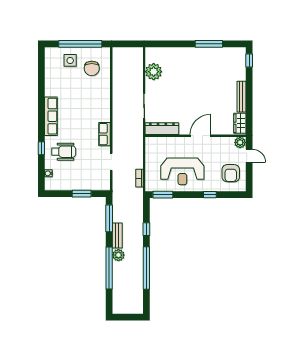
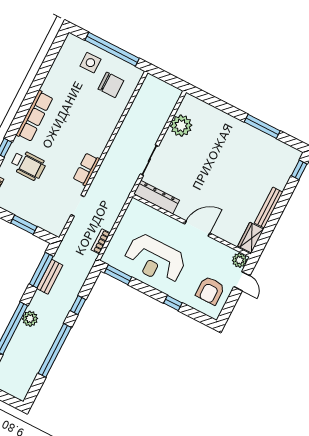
chair: (92, 68) -> (111, 85), turned -90
bench: (117, 236) -> (50, 277), moved

